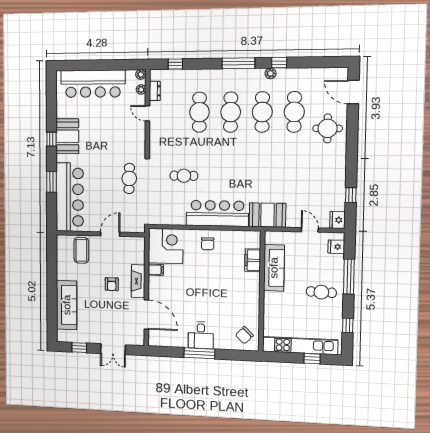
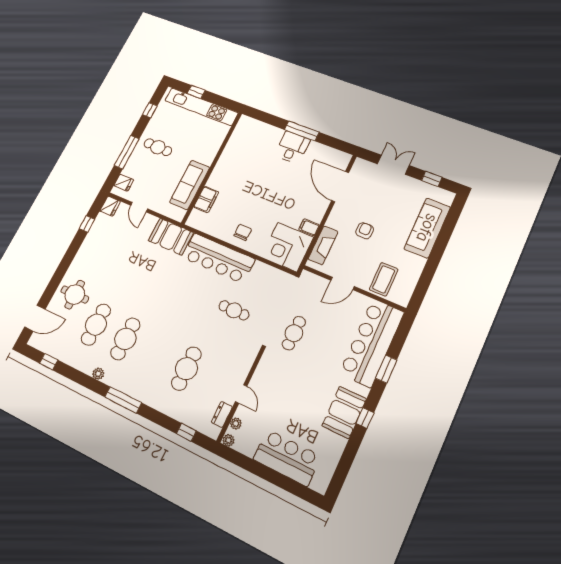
window: (279, 63) -> (49, 362), moved
bar counter: (93, 84) -> (287, 458), width x0.73
door: (353, 92) -> (35, 318), hinge flipped
cafe table: (231, 112) -> (155, 354), removed
fireplace: (138, 281) -> (323, 245), moved
chair: (244, 335) -> (249, 133), removed

